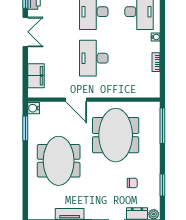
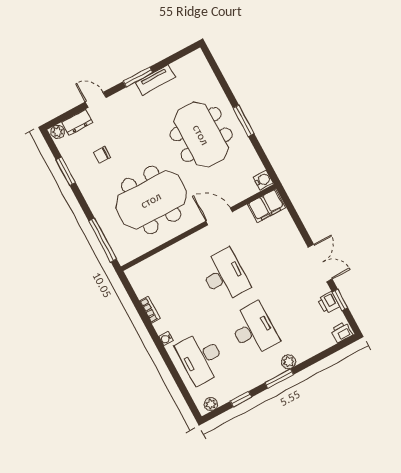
double door: (25, 32) -> (320, 263), swing flipped
filing cabinet: (36, 76) -> (266, 206), moved, turned -90
window: (25, 128) -> (244, 121), moved
meeting table: (116, 135) -> (151, 200), turned 90

